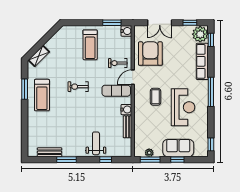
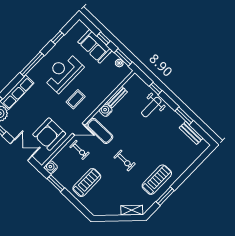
window: (211, 144) -> (58, 38), moved

